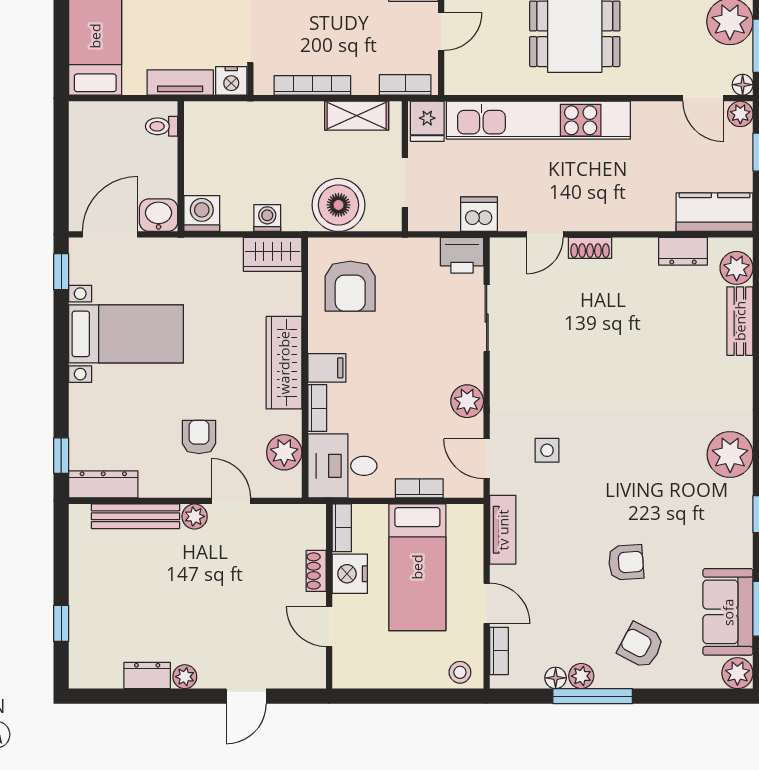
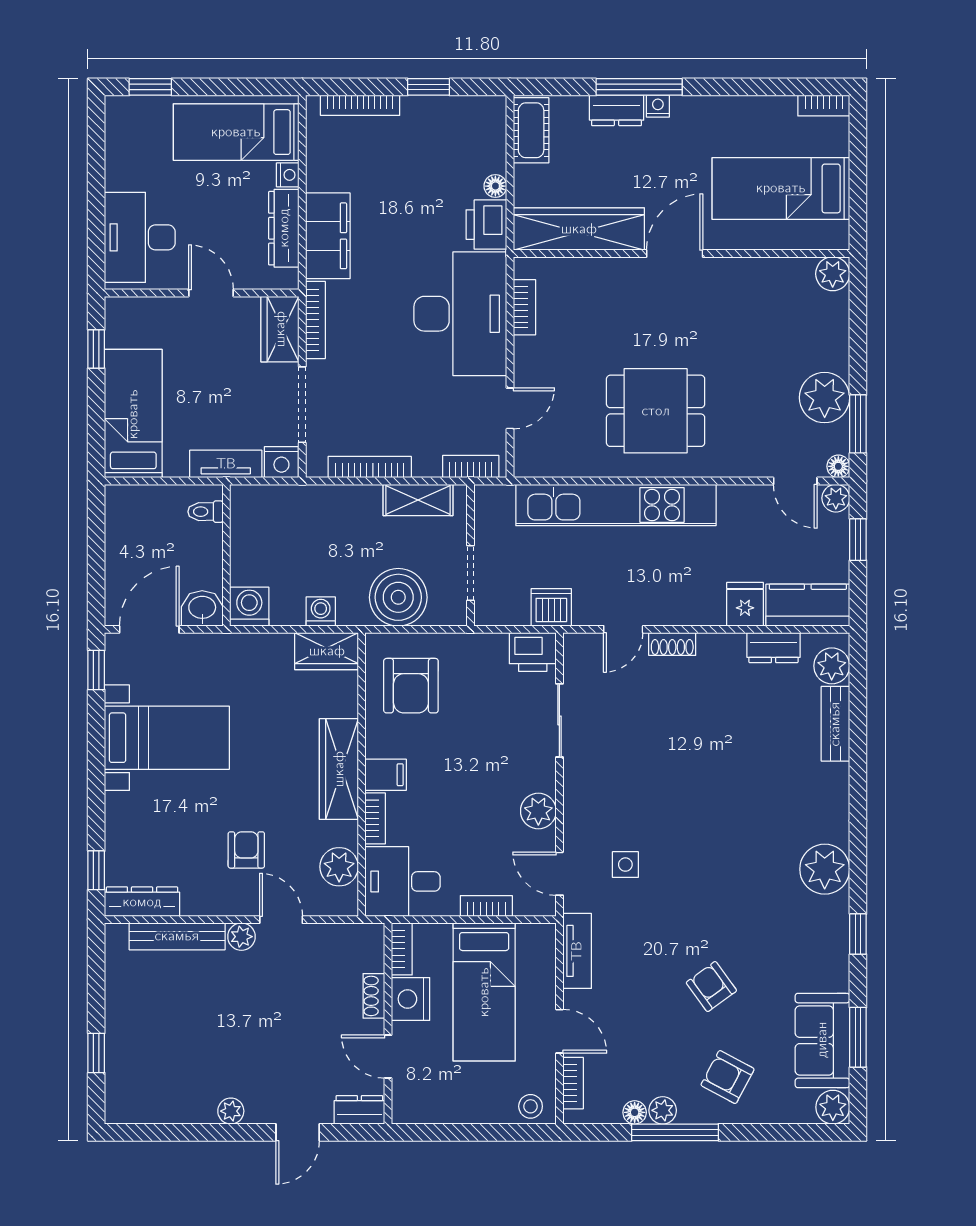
fridge: (427, 121) -> (745, 604), moved, turned 180
armchair: (626, 562) -> (711, 987), turned -122
dresser: (147, 675) -> (359, 1110), moved

